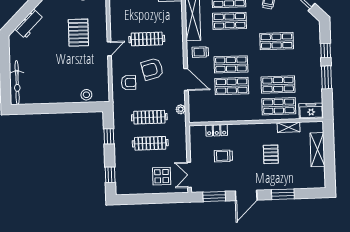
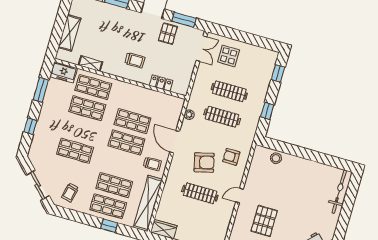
window: (327, 77) -> (41, 90), moved
pallet: (271, 154) -> (168, 34), moved
trolley: (223, 156) -> (135, 60), moved

